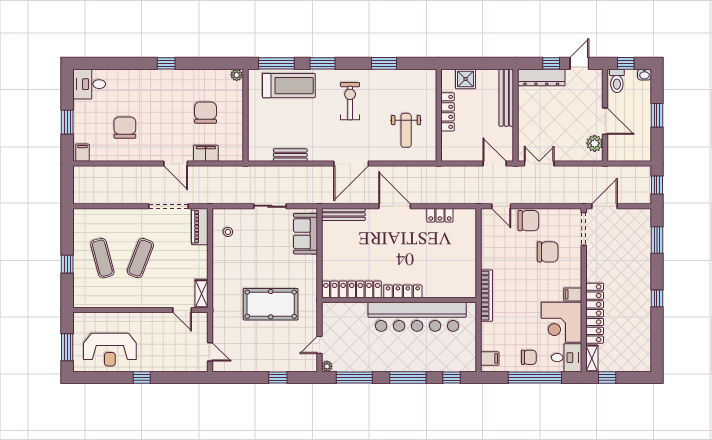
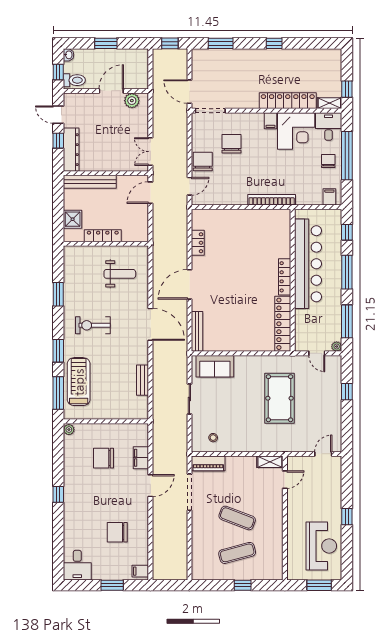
locker: (352, 289) -> (283, 324), moved
locker: (403, 291) -> (285, 277), moved
wall: (399, 300) -> (293, 280), moved
bar counter: (417, 317) -> (308, 264), moved

